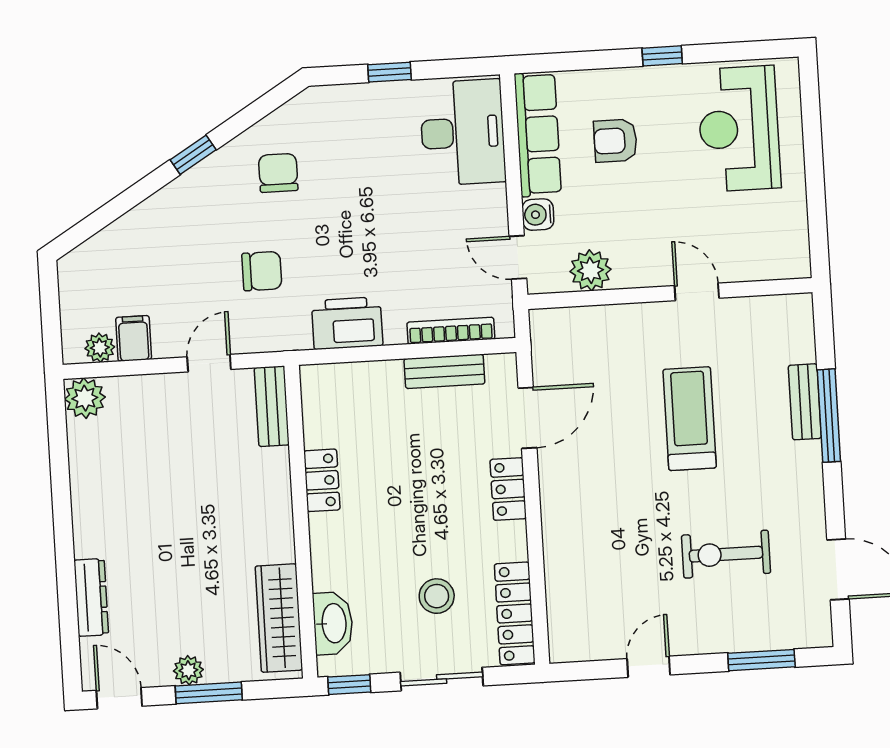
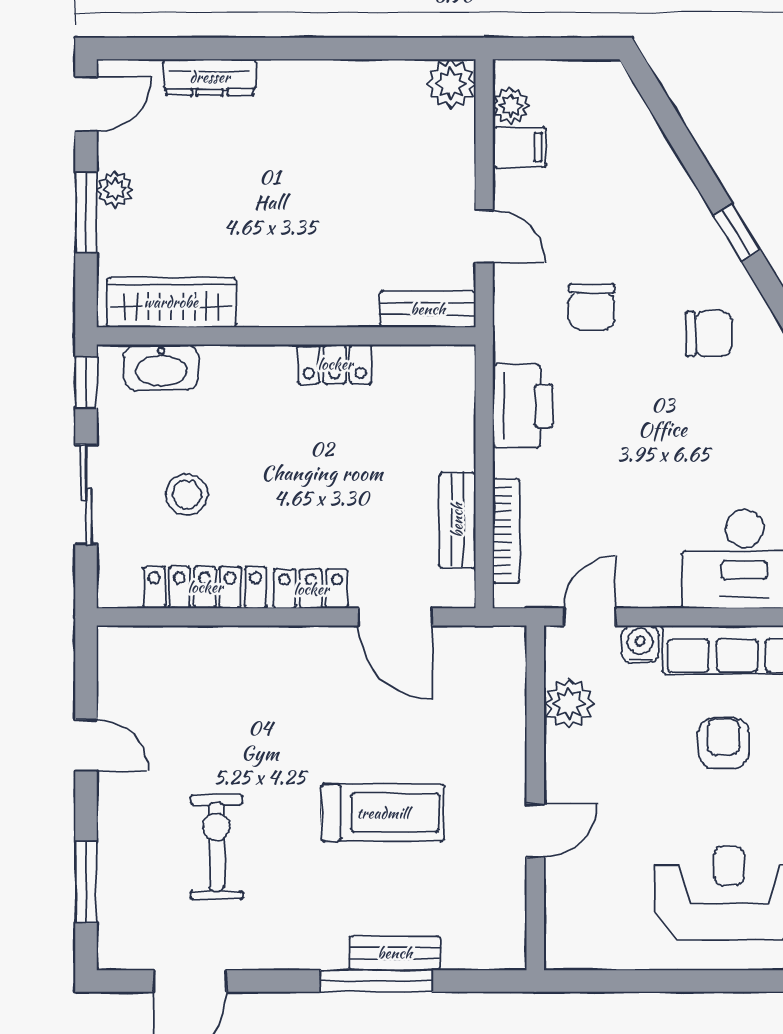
locker: (515, 613) -> (205, 587), moved

